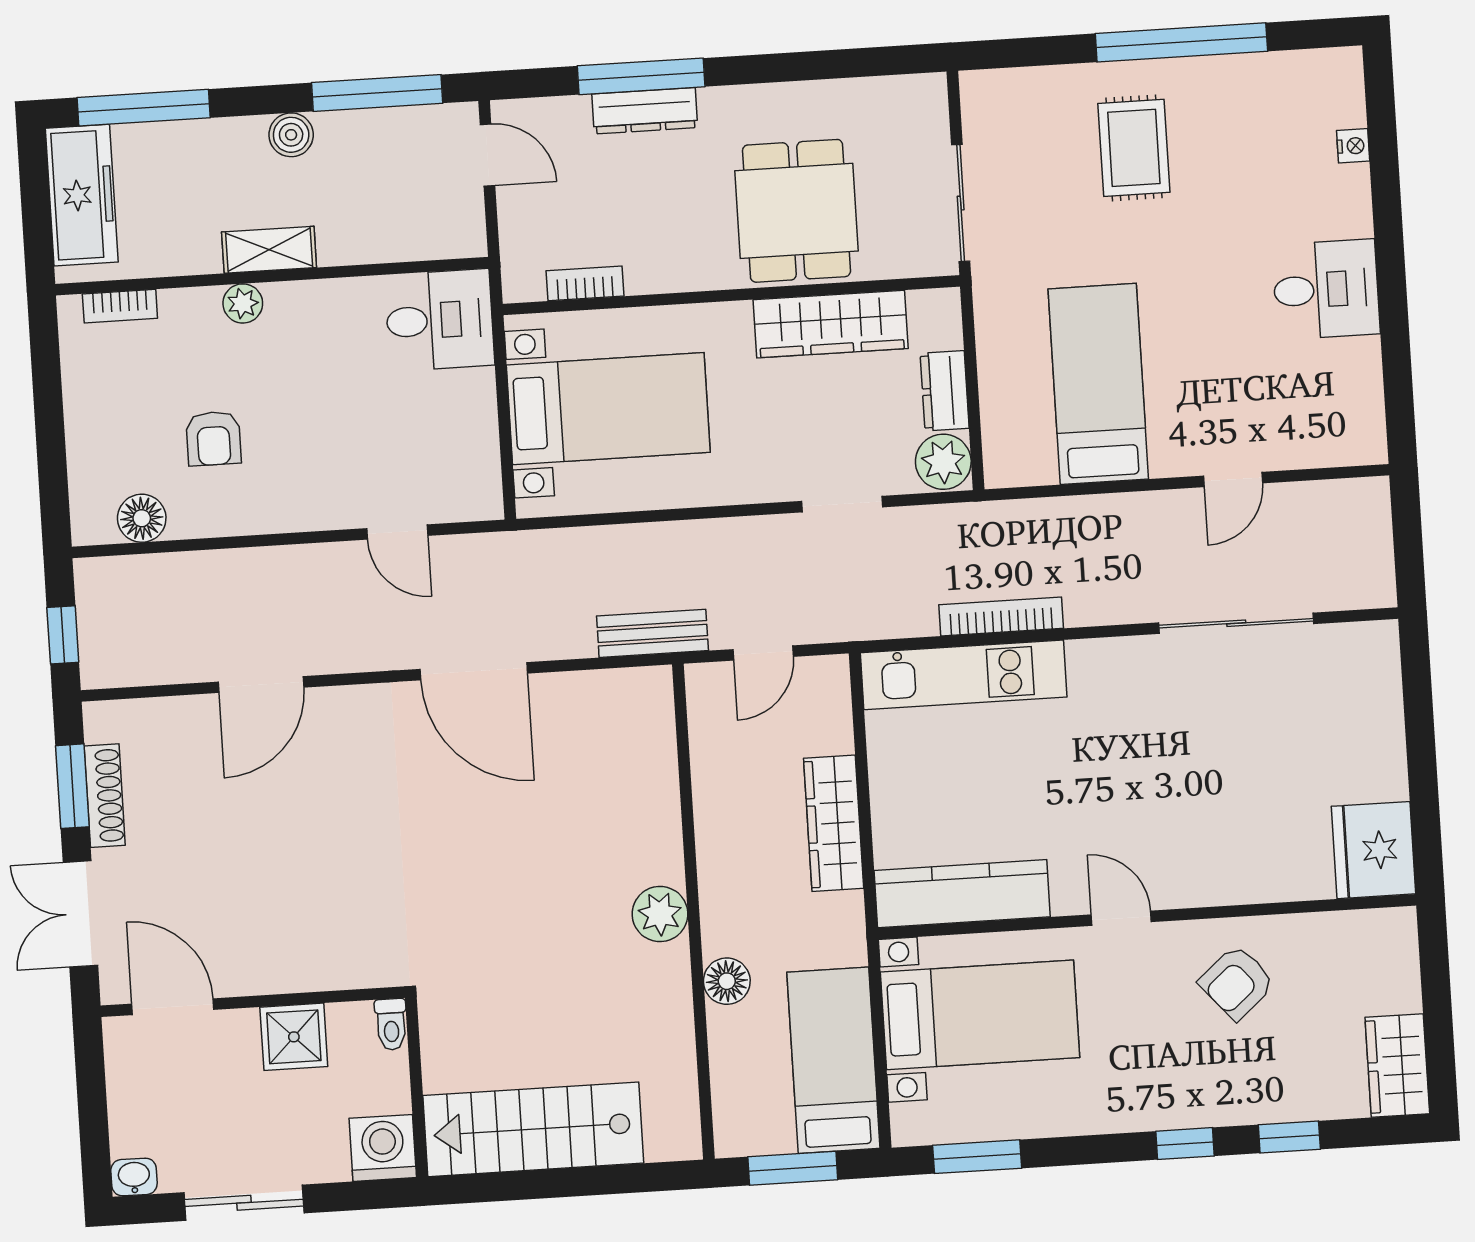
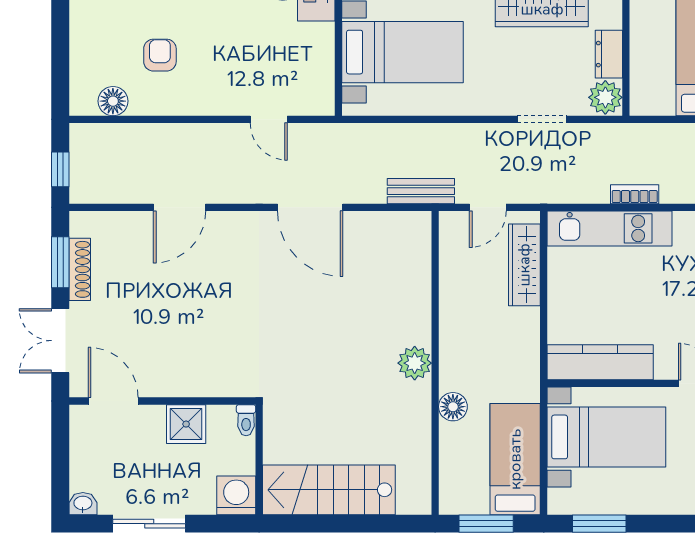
armchair: (213, 438) -> (160, 55), turned 180
bookcase: (1001, 617) -> (635, 194), width x0.64
wardrobe: (834, 823) -> (524, 265), moved

